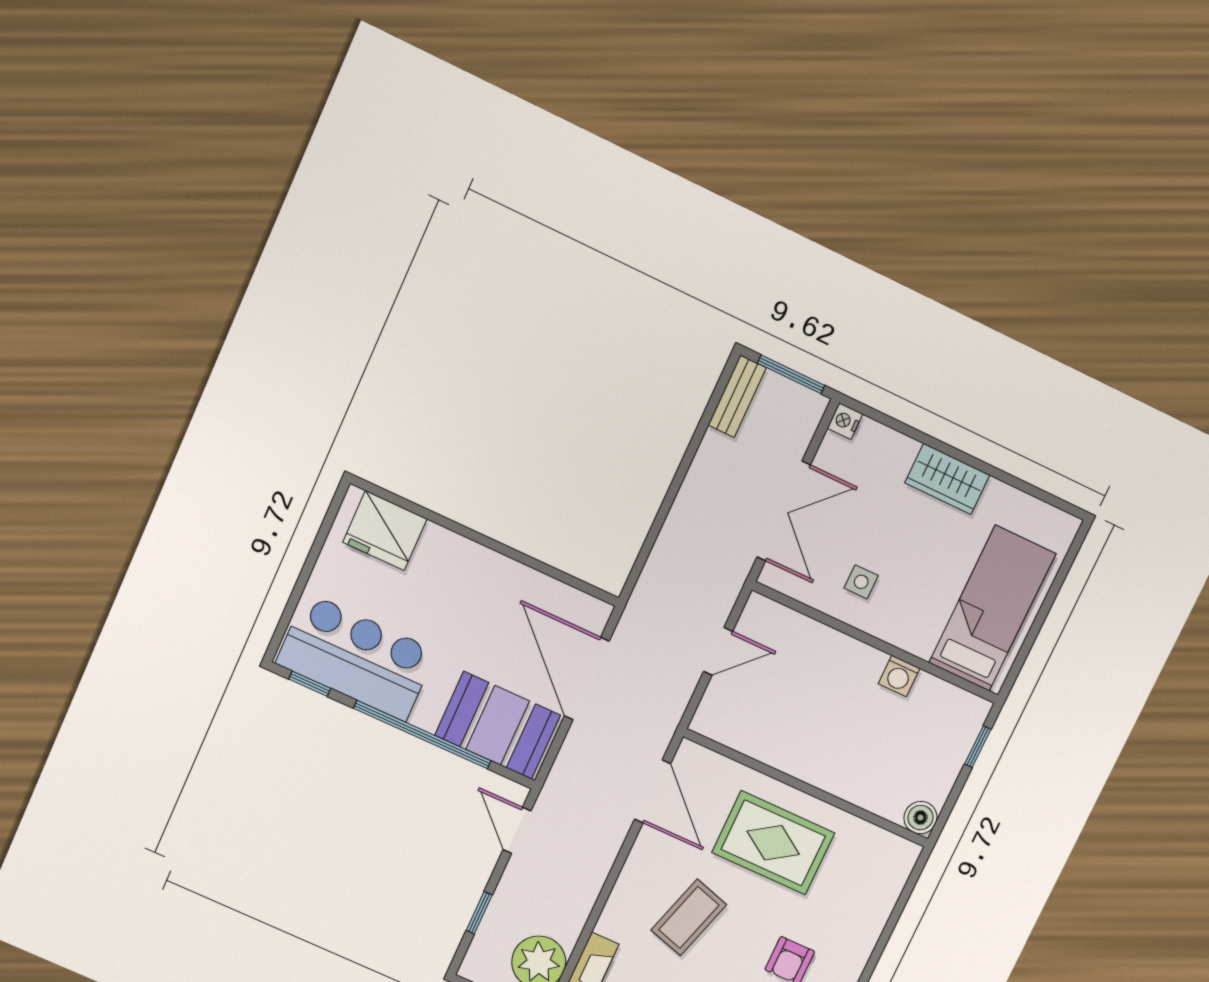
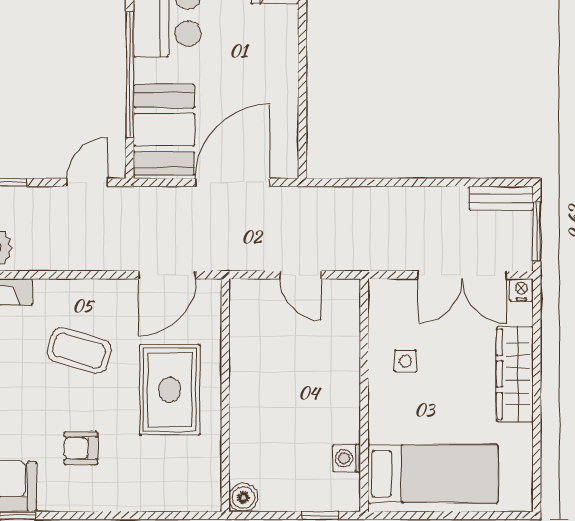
wardrobe: (947, 479) -> (515, 374), width x1.50
double door: (784, 511) -> (462, 275), moved
washing machine: (899, 676) -> (347, 458), moved

